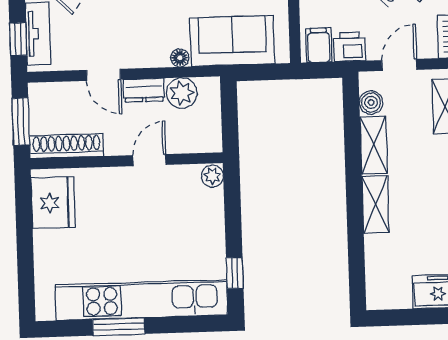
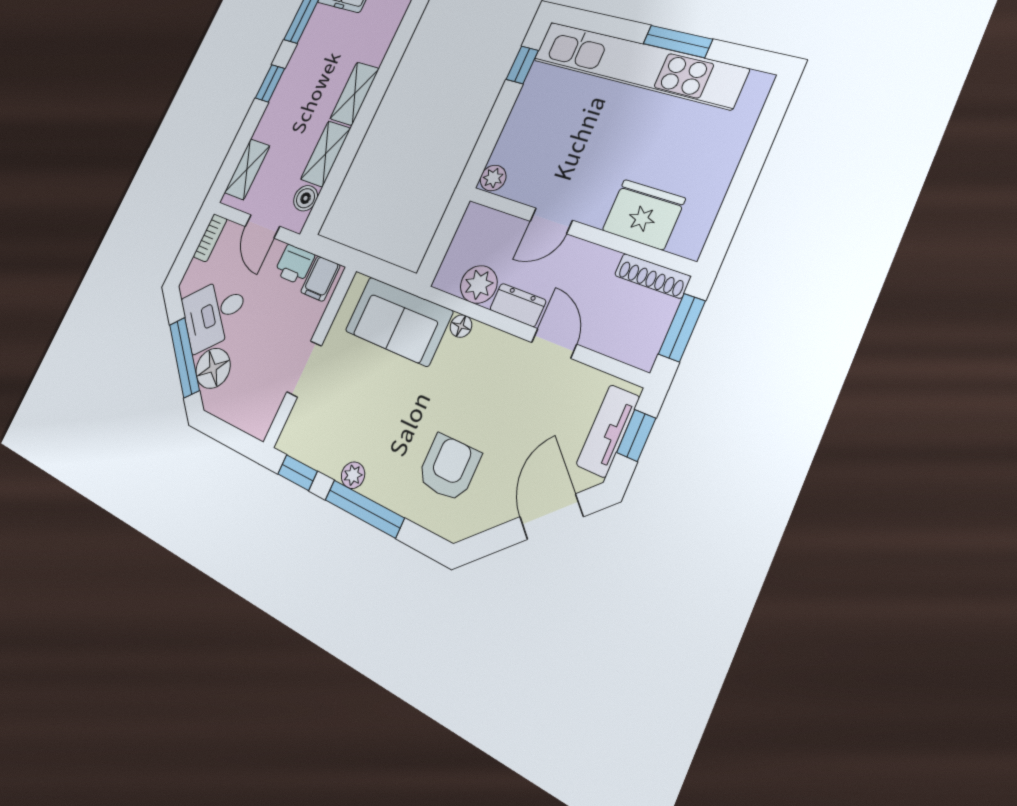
door: (399, 65) -> (262, 226), hinge flipped
shoe rack: (67, 146) -> (652, 276), width x0.74, depth x0.81
fridge: (53, 203) -> (644, 214), moved, turned 90

